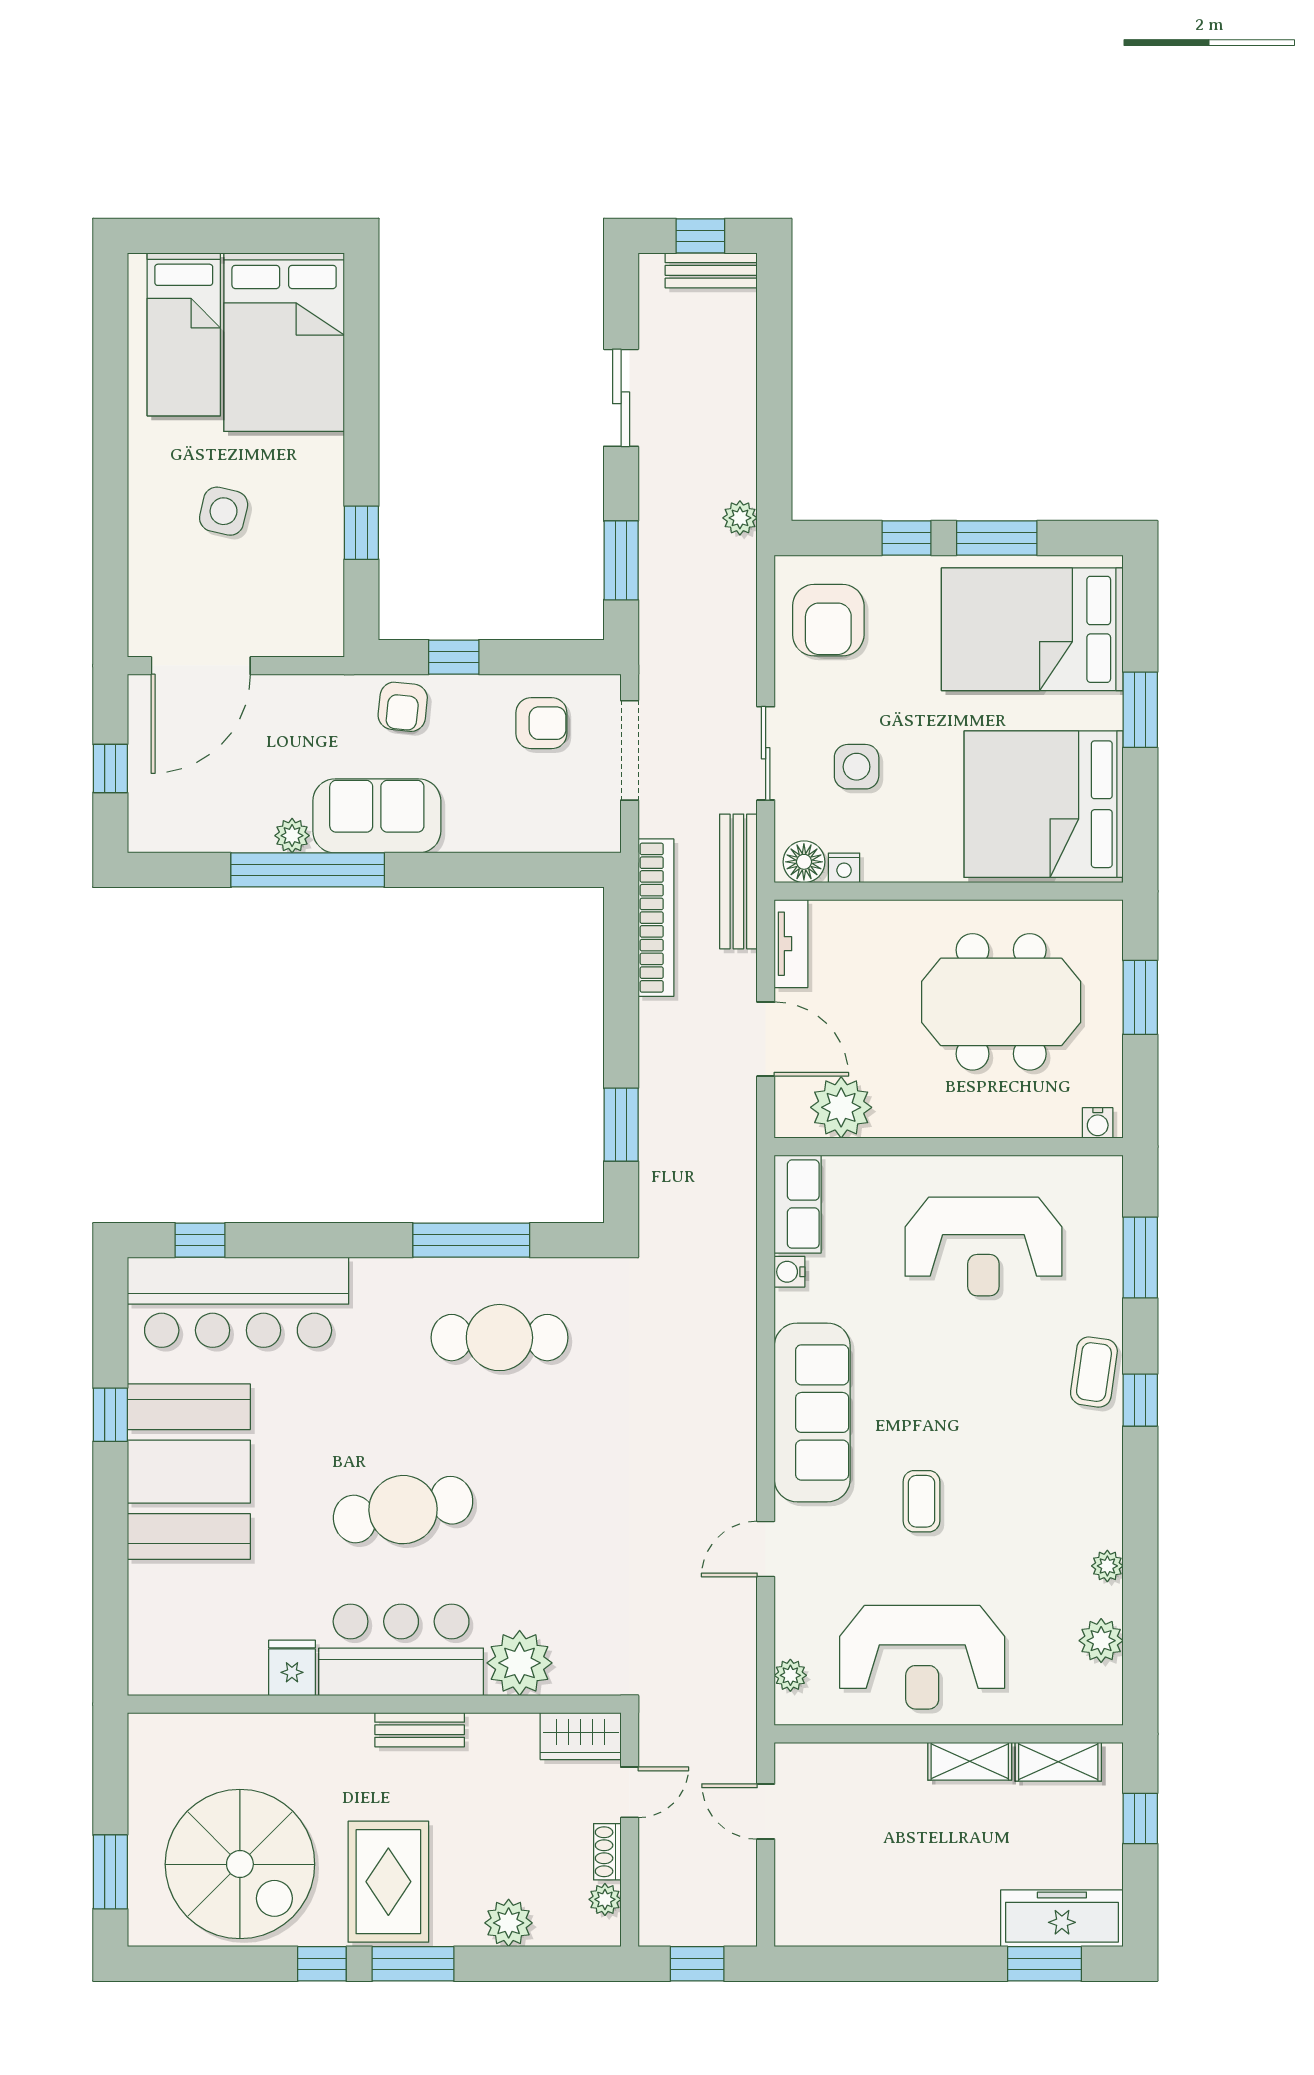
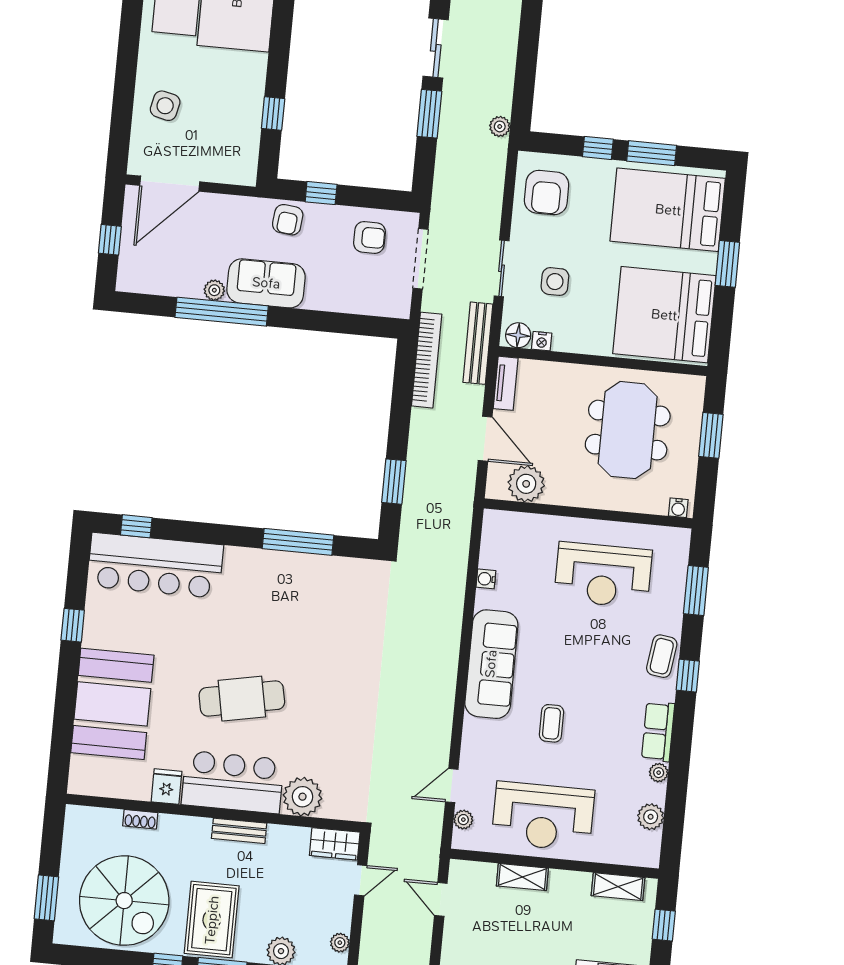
side table: (224, 511) -> (165, 106), moved
window: (621, 560) -> (429, 114), moved
meeting table: (1001, 1002) -> (628, 430), turned 90
row of seats: (798, 1204) -> (658, 731), moved, turned 180
cafe table: (499, 1338) -> (309, 601), removed
booth: (189, 1472) -> (112, 704), moved
door: (766, 1549) -> (452, 786), moved
shelving: (970, 1761) -> (522, 877), moved
shoe rack: (607, 1852) -> (140, 819), moved, turned -90

